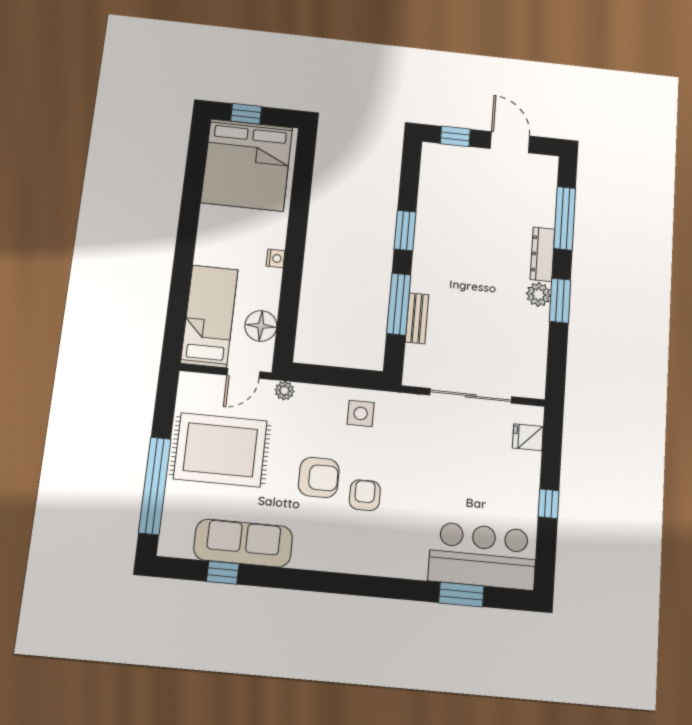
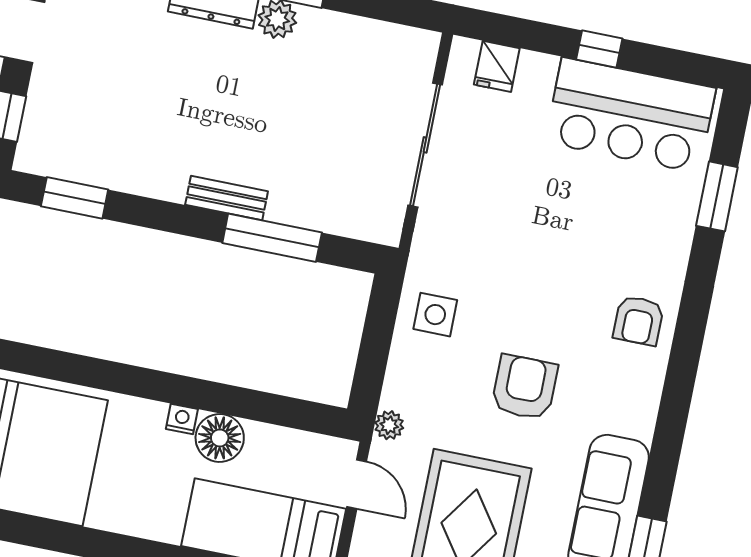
window: (405, 230) -> (75, 198), moved
bench: (417, 318) -> (227, 198), moved
floor lamp: (261, 326) -> (220, 438), moved
armchair: (365, 495) -> (638, 321), moved, turned -90
bar counter: (483, 556) -> (631, 115), moved, turned -90

